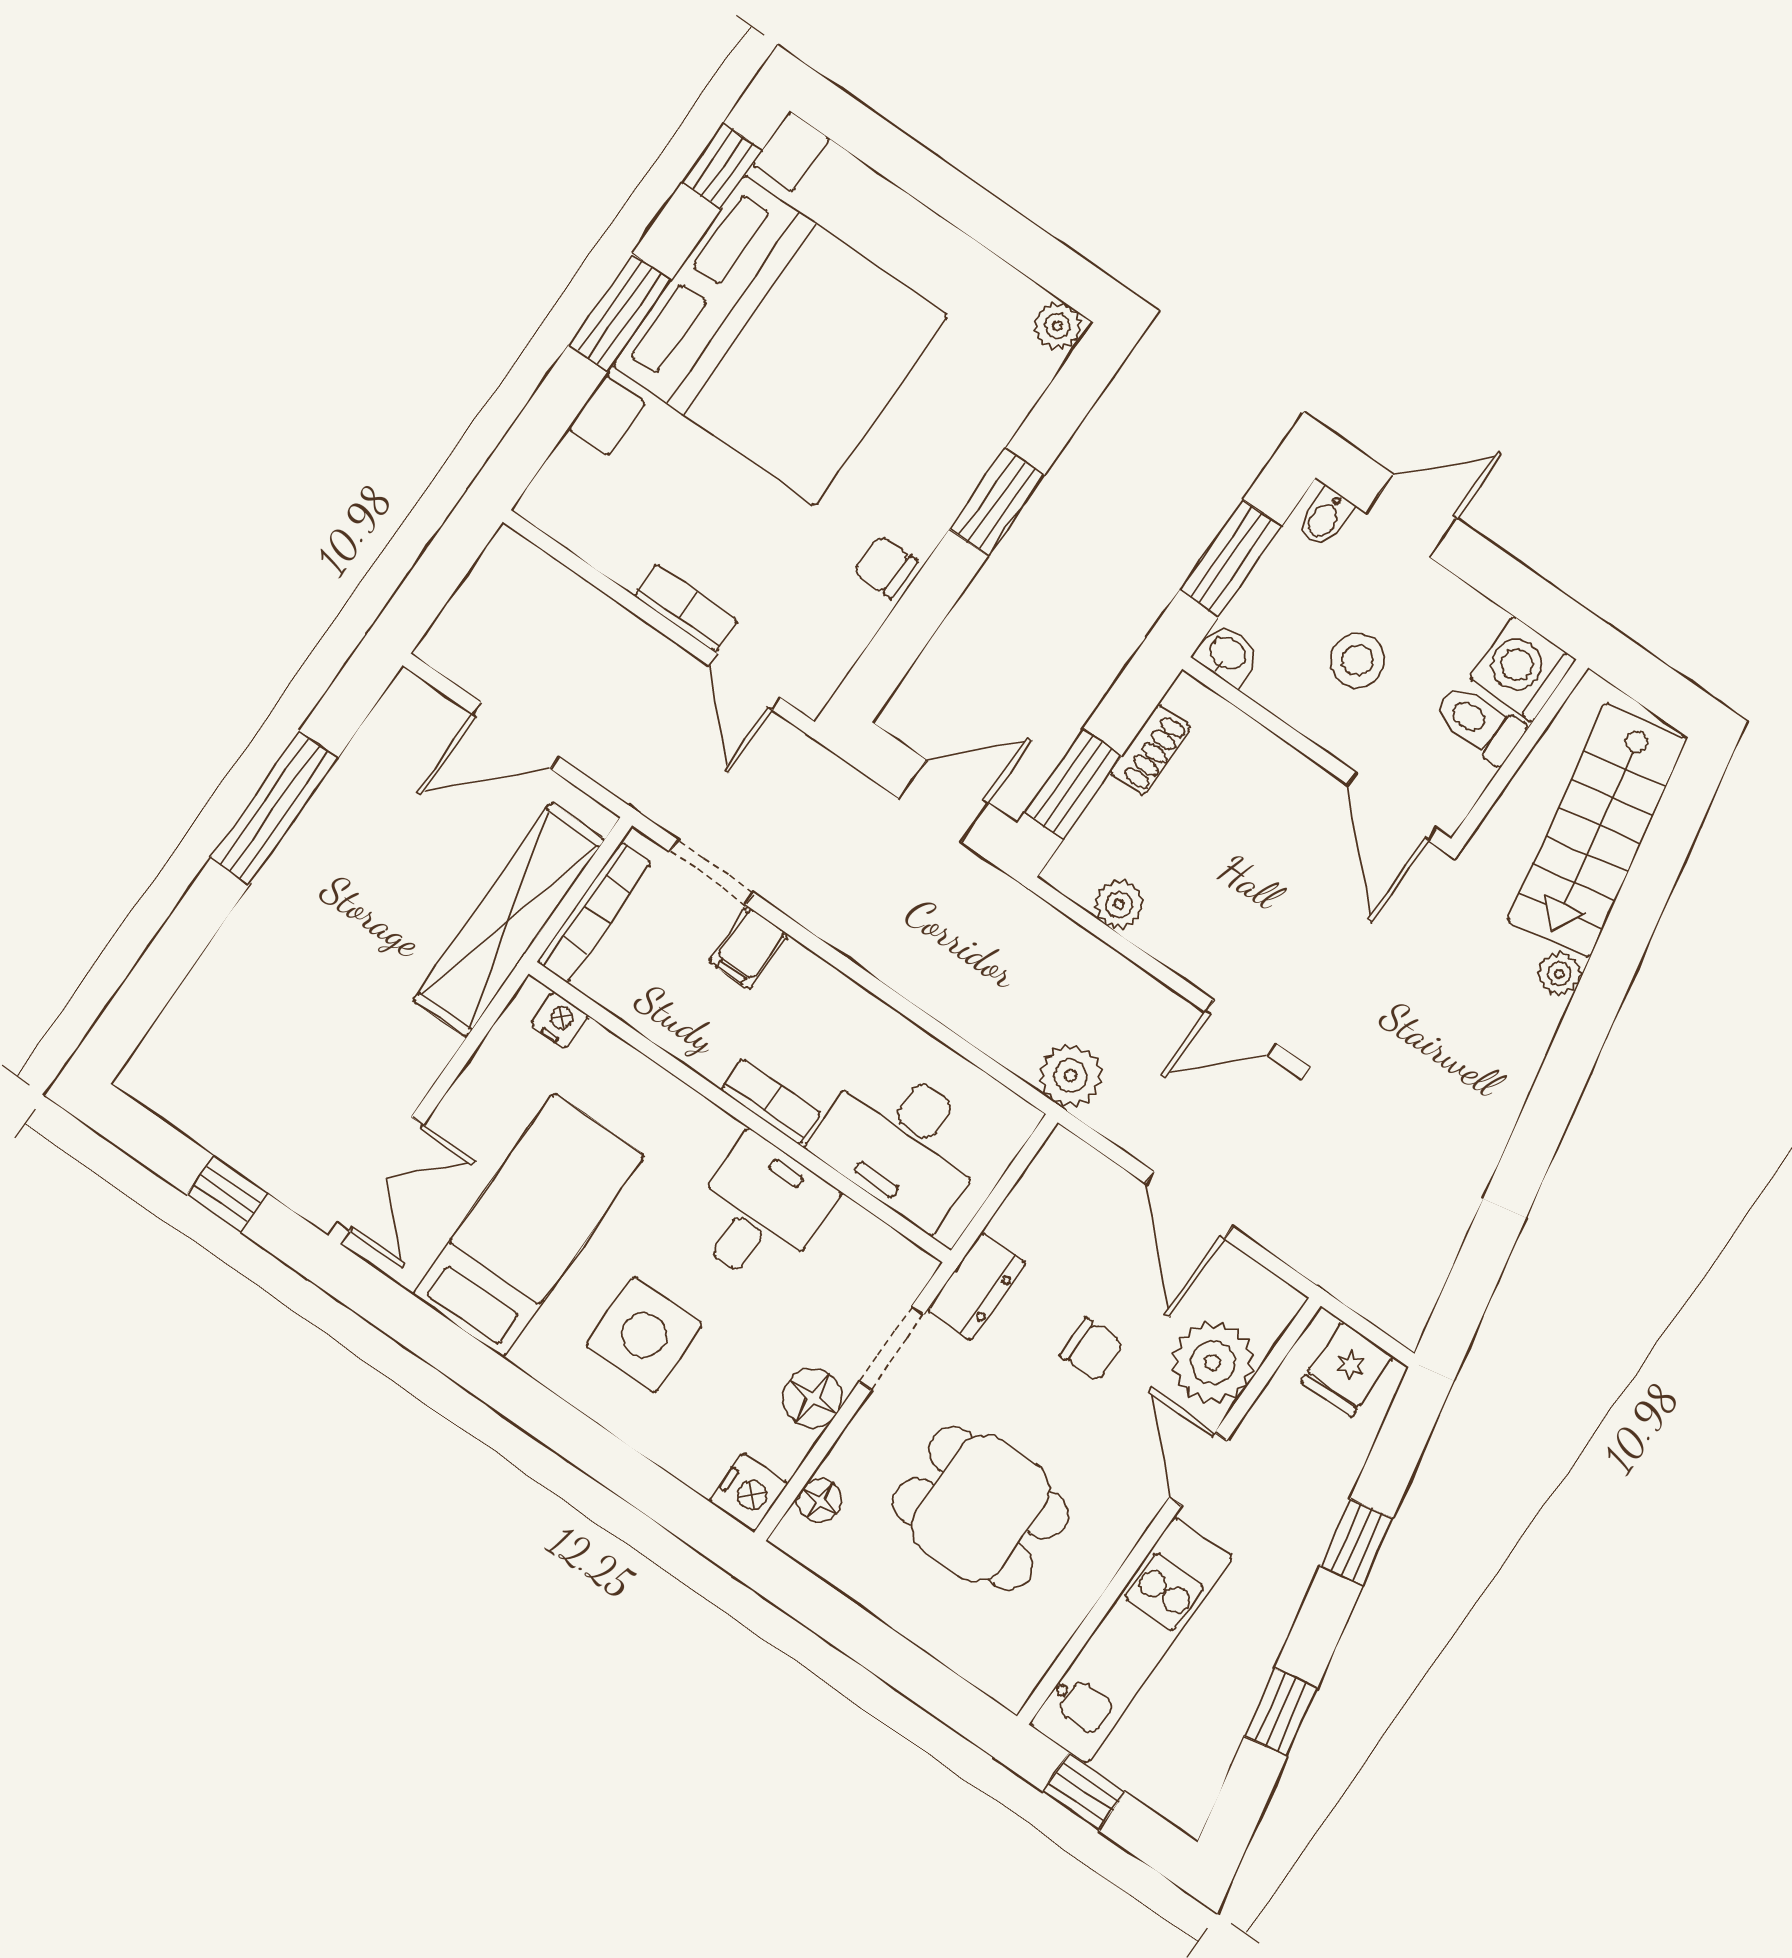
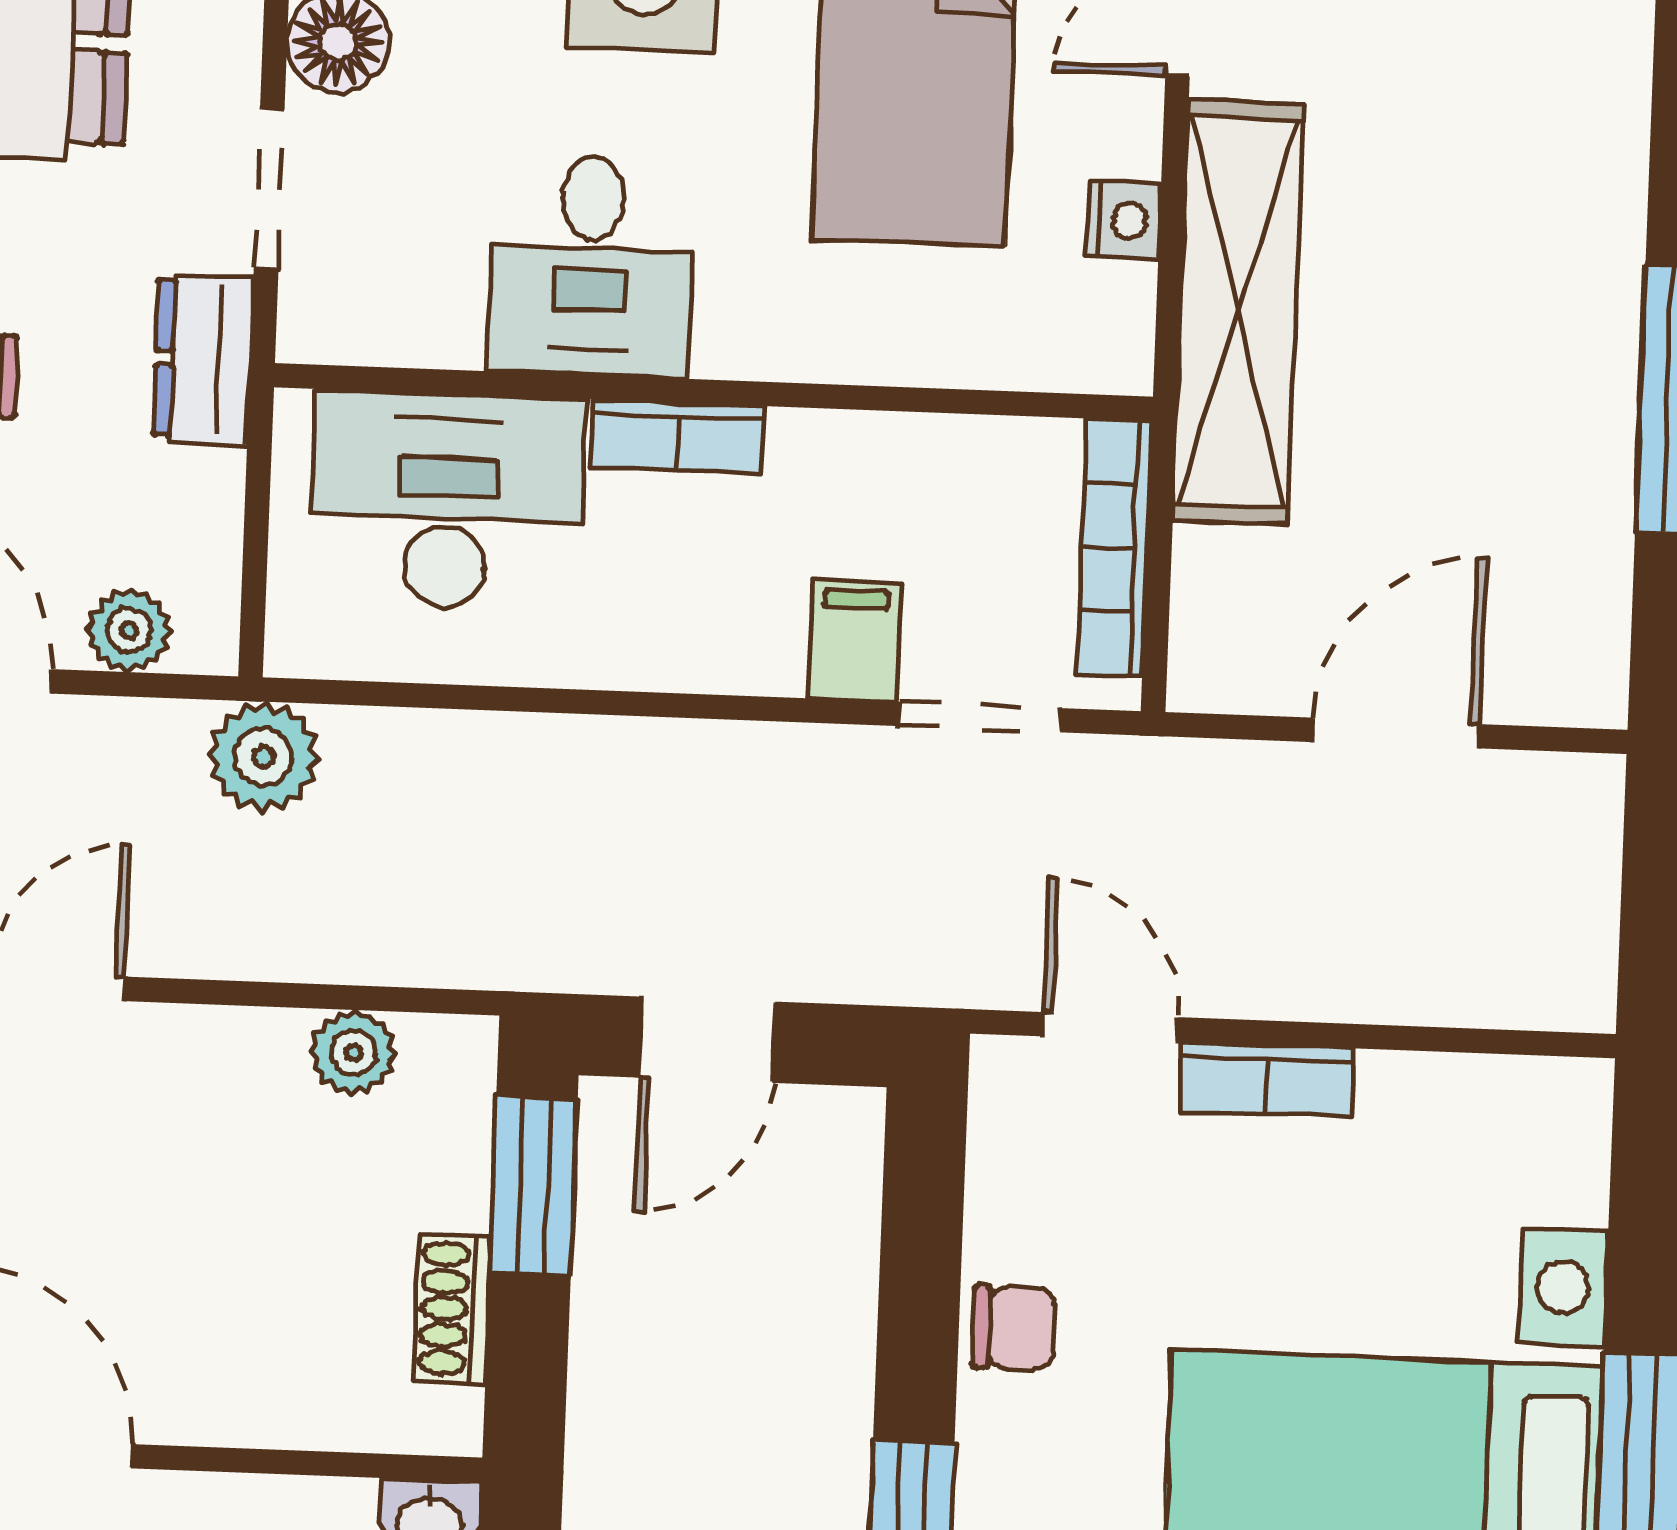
shelving: (509, 920) -> (1238, 312), moved
nightstand: (560, 1020) -> (1124, 220), moved, turned -90
plant: (1096, 1178) -> (129, 630), added

